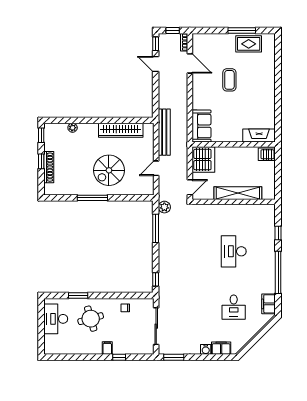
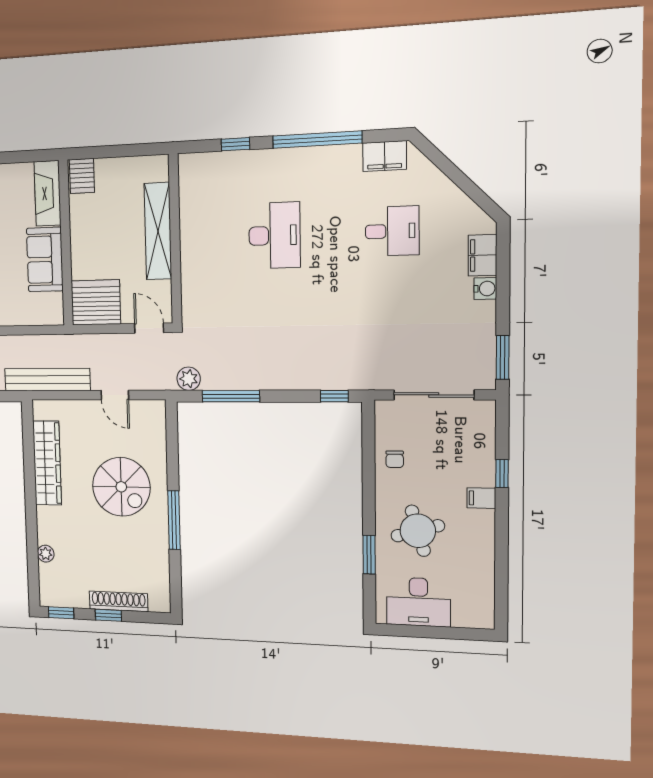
sofa: (201, 126) -> (45, 259), moved, turned -90
desk: (234, 251) -> (274, 235), turned -90

